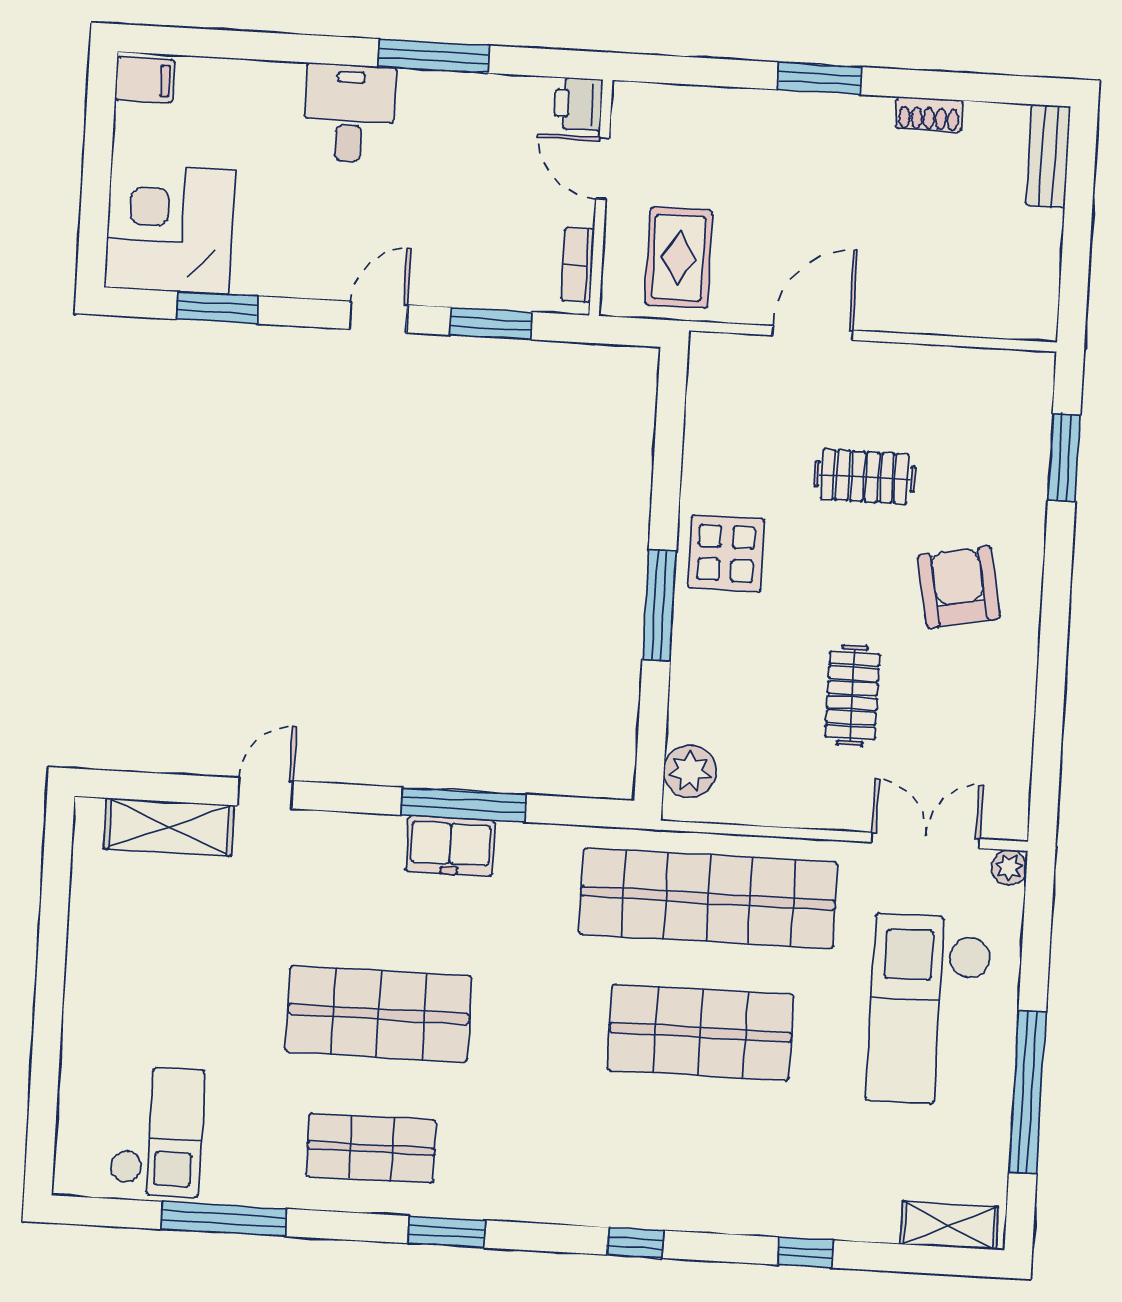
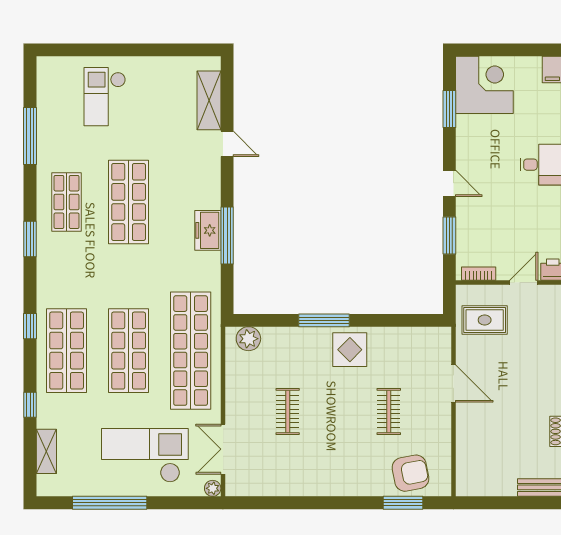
armchair: (959, 587) -> (410, 473), moved
clothes rail: (852, 695) -> (288, 412), turned 90
double door: (926, 840) -> (223, 449), swing flipped
checkout: (157, 1131) -> (105, 97), moved, turned 90
shop shelf: (693, 1167) -> (67, 351), added
shelving: (949, 1225) -> (46, 451), moved

